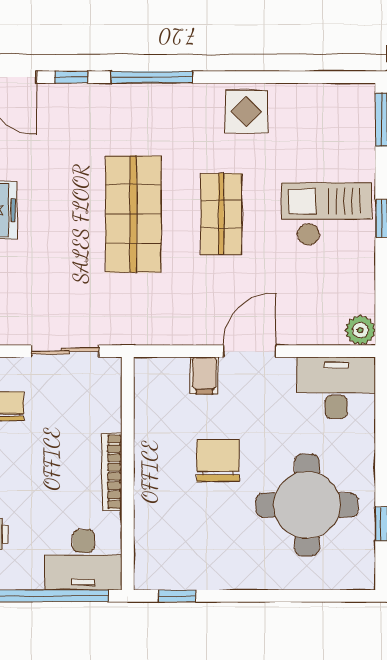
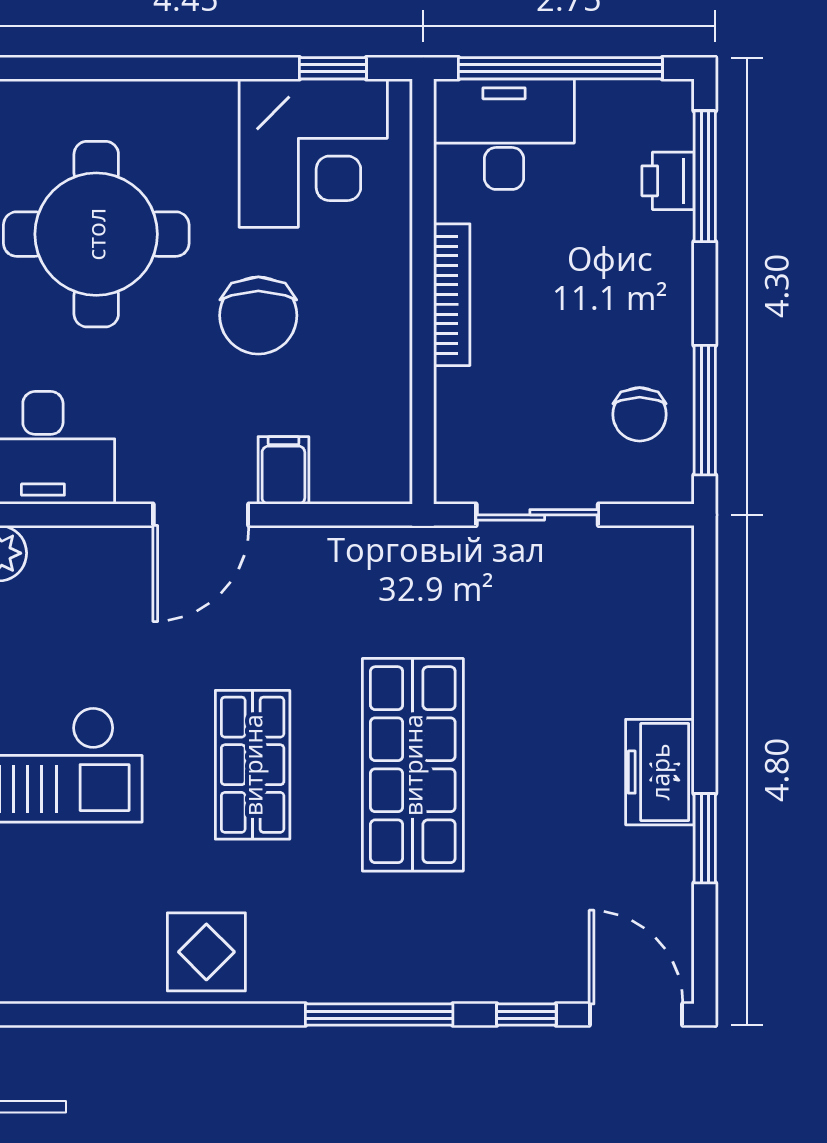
corner desk: (188, 549) -> (313, 153), added

